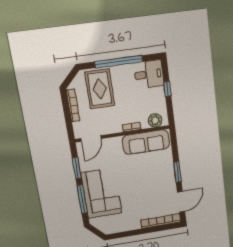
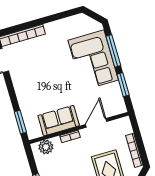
door: (91, 138) -> (96, 123), moved
sofa: (146, 142) -> (59, 121), width x0.73
window: (177, 172) -> (20, 122), moved

